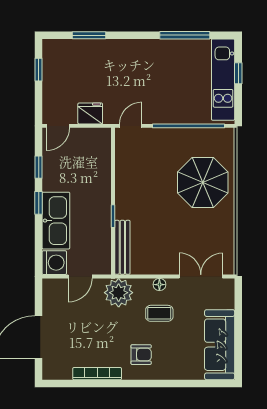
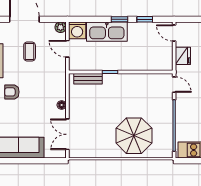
bench: (122, 247) -> (88, 79), width x0.73
double door: (201, 276) -> (67, 134), swing flipped
plant: (119, 293) -> (61, 27), moved, width x0.53, depth x0.53
coffee table: (159, 313) -> (30, 52), moved
armchair: (141, 355) -> (12, 92), turned 90

